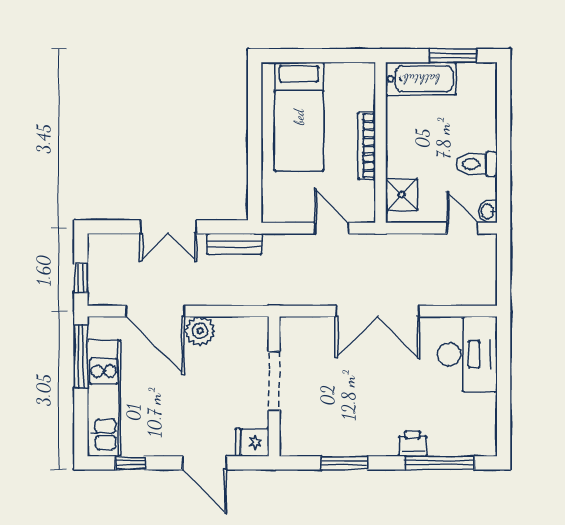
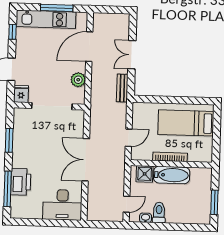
bathtub: (421, 79) -> (172, 175), moved, turned -90
washbasin: (488, 211) -> (146, 218), moved
window: (81, 278) -> (107, 9), removed
plant: (200, 331) -> (78, 80), moved
window: (81, 356) -> (57, 8), moved
doorway: (274, 381) -> (52, 106), width x1.36
printer: (413, 444) -> (21, 182), width x1.87, depth x1.48

